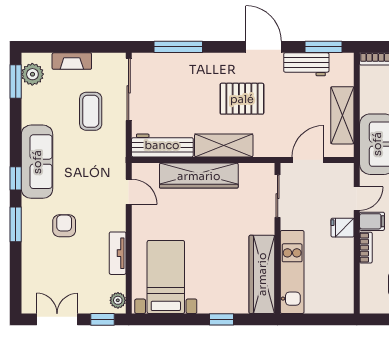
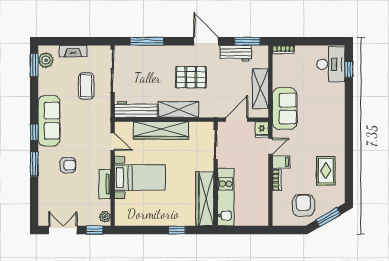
armchair: (64, 226) -> (68, 165), turned 90
fridge: (342, 228) -> (262, 129), moved, turned -90
bed with nightstands: (166, 277) -> (140, 178), moved, turned 90

